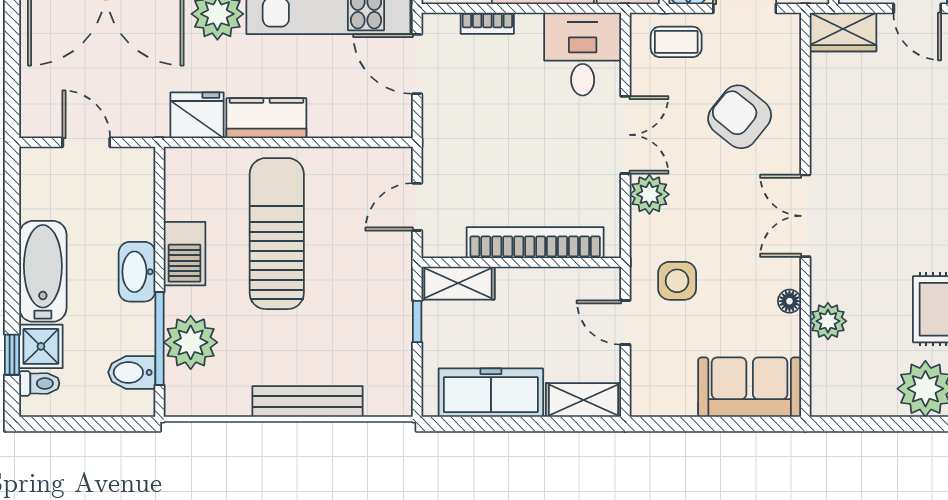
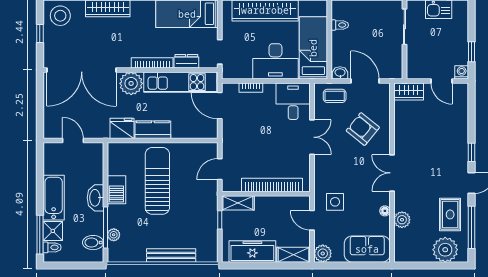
plant: (649, 194) -> (323, 253), moved
plant: (191, 342) -> (114, 235), width x0.53, depth x0.53
window: (12, 355) -> (40, 235), width x2.17

